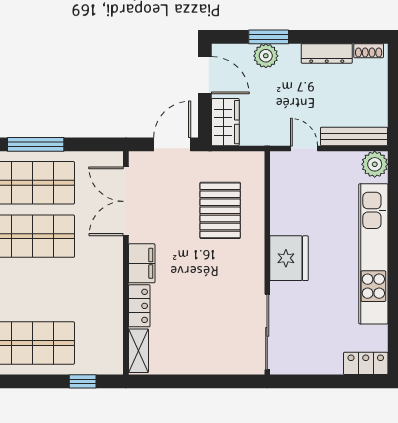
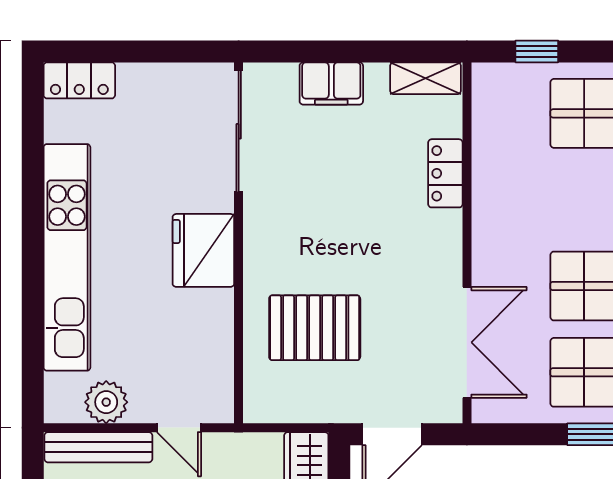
plant: (375, 164) -> (106, 402), moved
pallet: (220, 210) -> (315, 328), turned 90
filing cabinet: (142, 263) -> (331, 83), moved, turned -90
shelving: (138, 351) -> (426, 78), moved, turned 90

